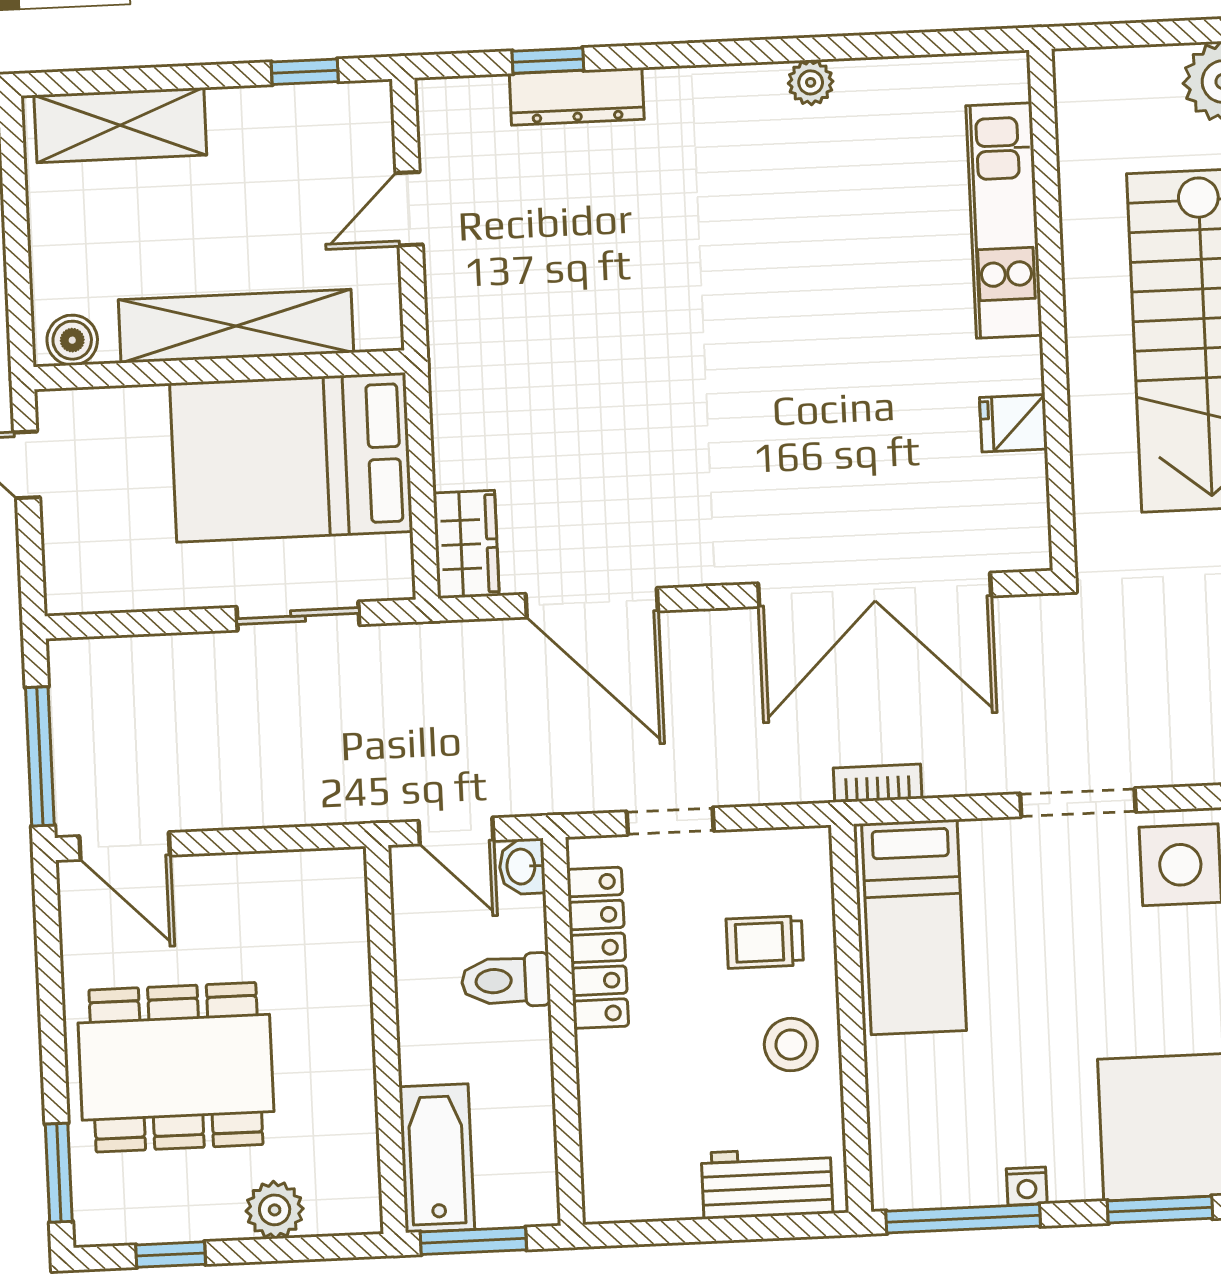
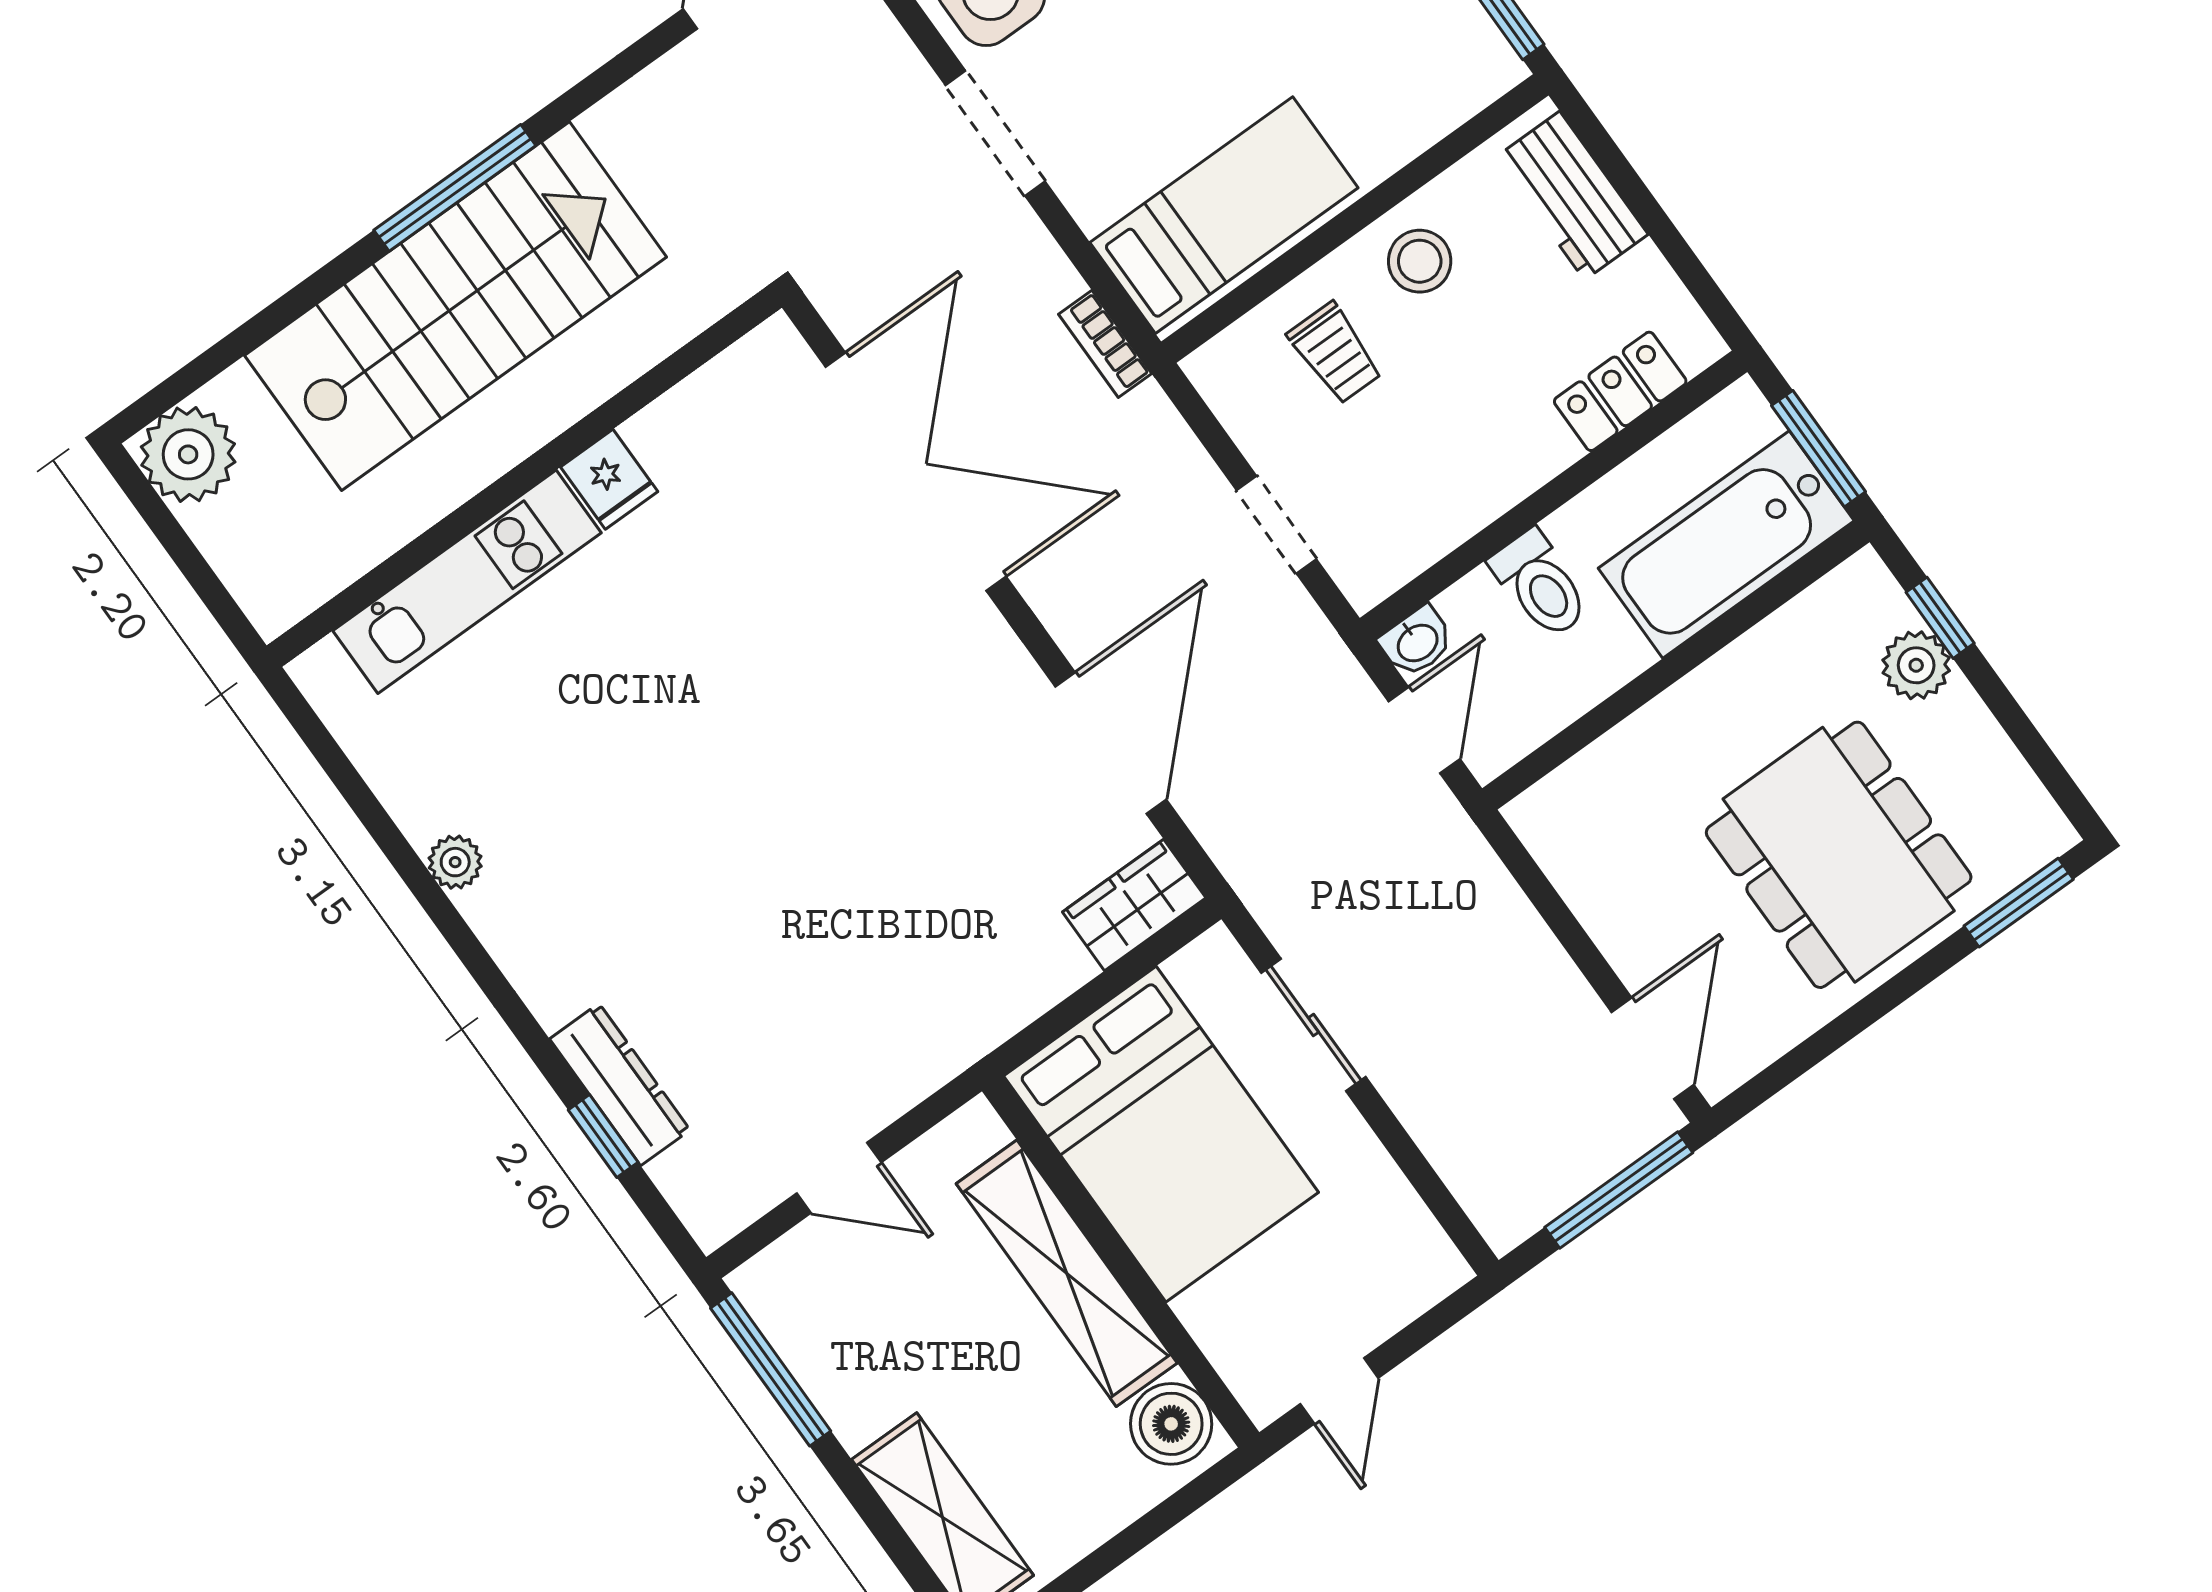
window: (305, 72) -> (771, 1369), width x2.17
boiler: (72, 340) -> (1171, 1424), width x1.36, depth x1.36
fridge: (1013, 423) -> (609, 479), moved
locker: (598, 948) -> (1620, 391), moved, width x0.66
bathtub: (437, 1158) -> (1726, 544), width x1.36, depth x1.36
window: (171, 1255) -> (1940, 618), moved

